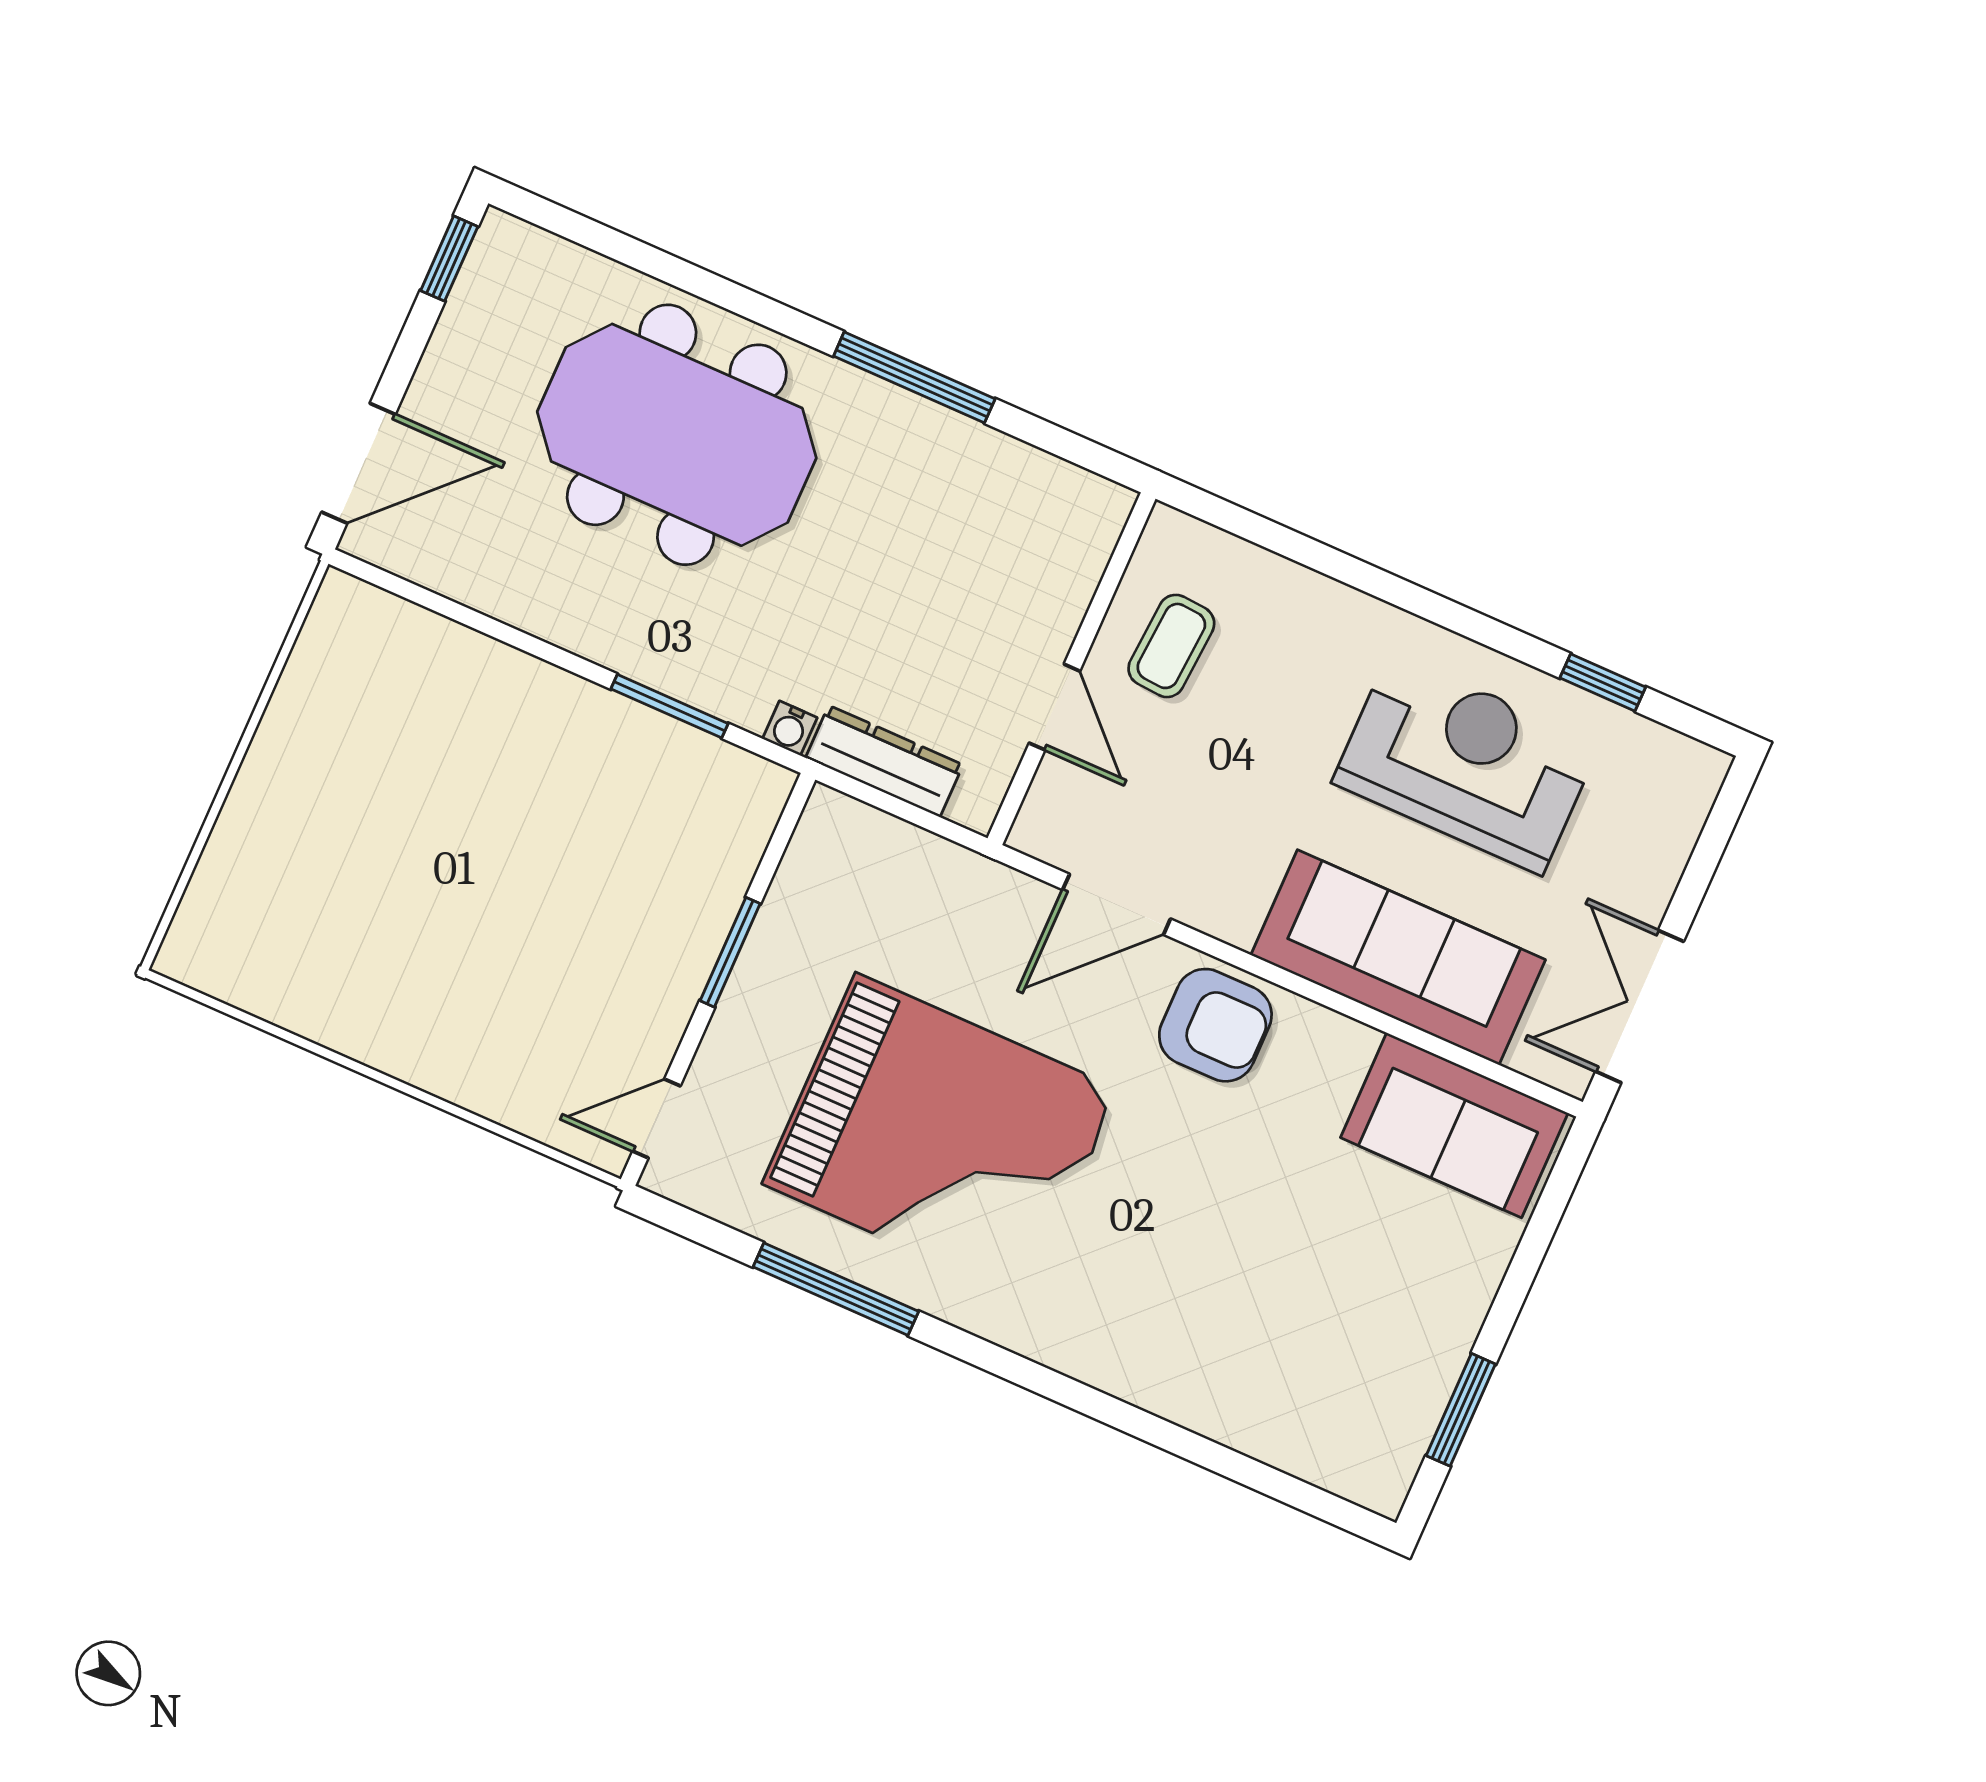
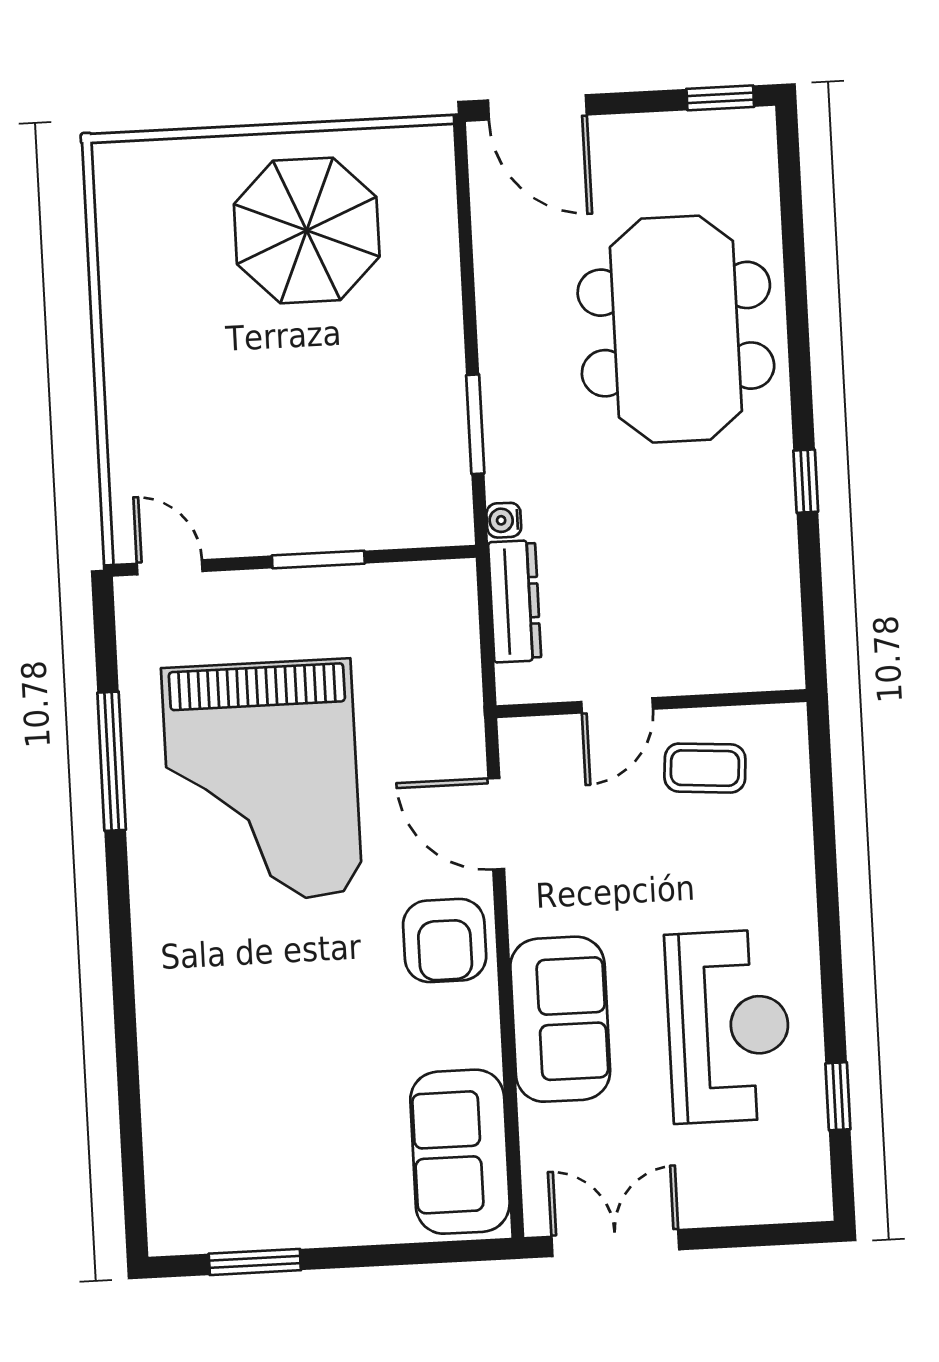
window: (914, 377) -> (806, 481), width x0.46
parasol: (365, 783) -> (307, 230), added
sofa: (1398, 957) -> (560, 1019), width x0.73

